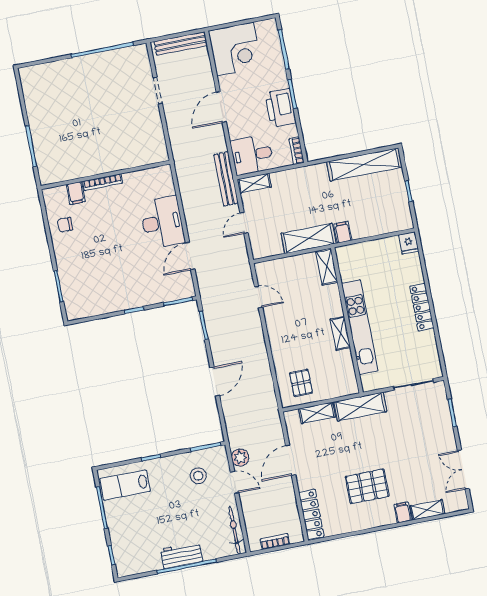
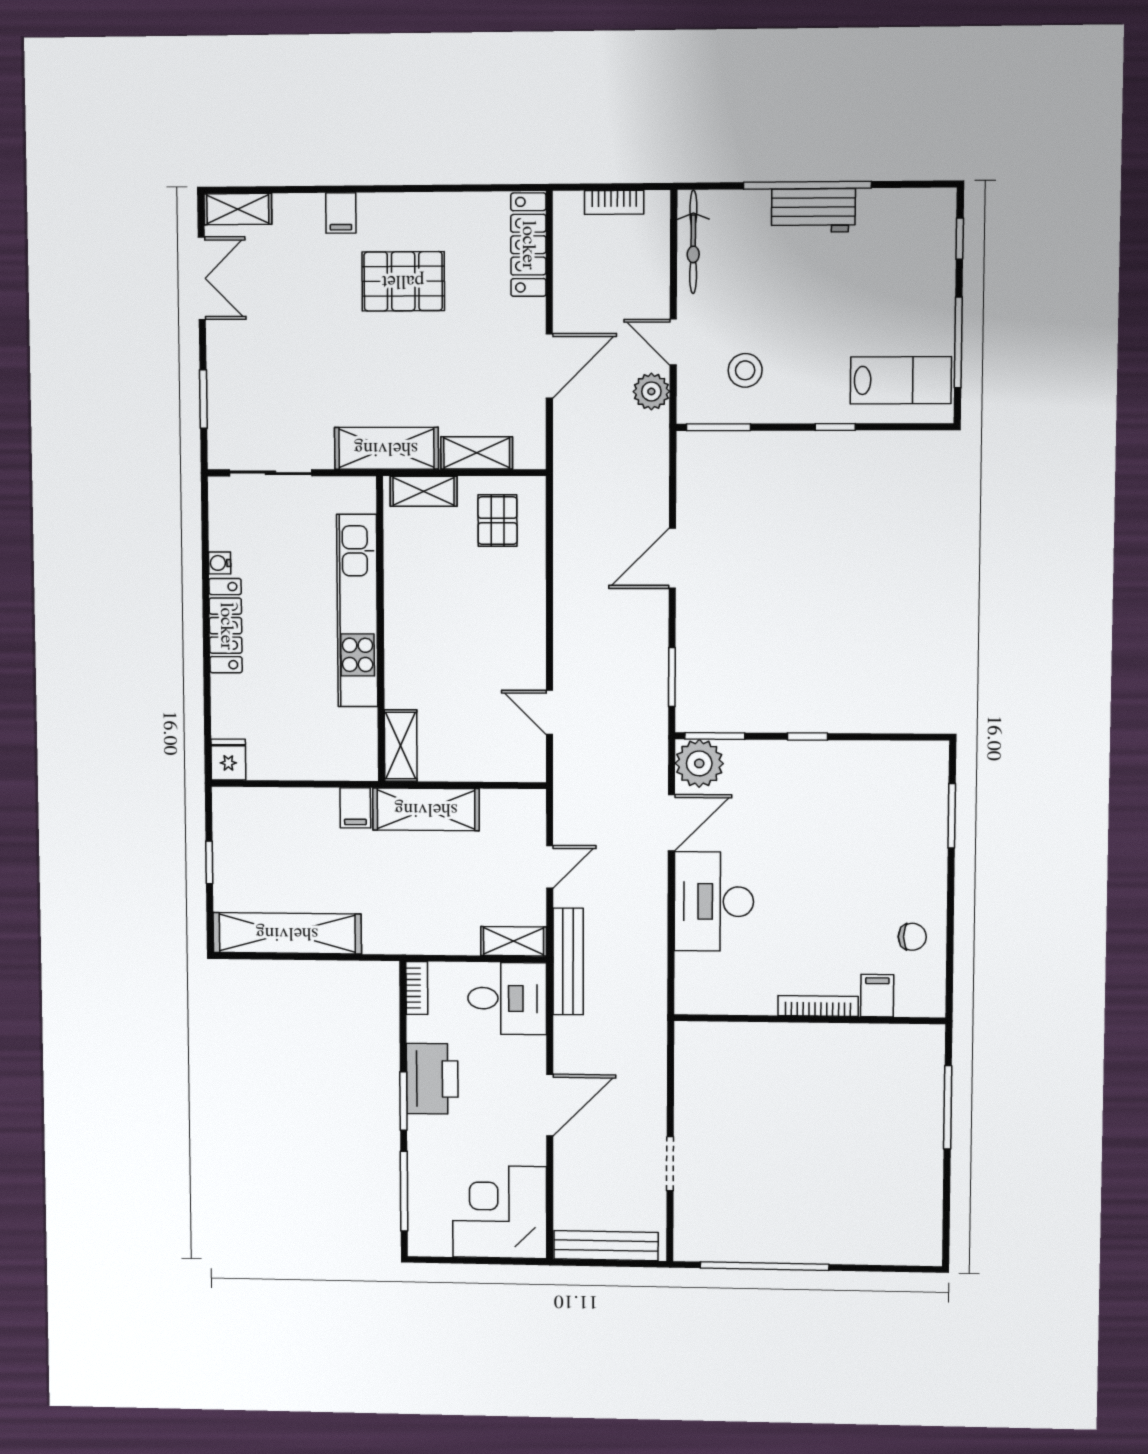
plant: (183, 287) -> (699, 763), added
shelving: (340, 333) -> (424, 491), moved, turned 90
water cooler: (430, 337) -> (220, 563), added
shelving: (427, 510) -> (238, 209), moved

